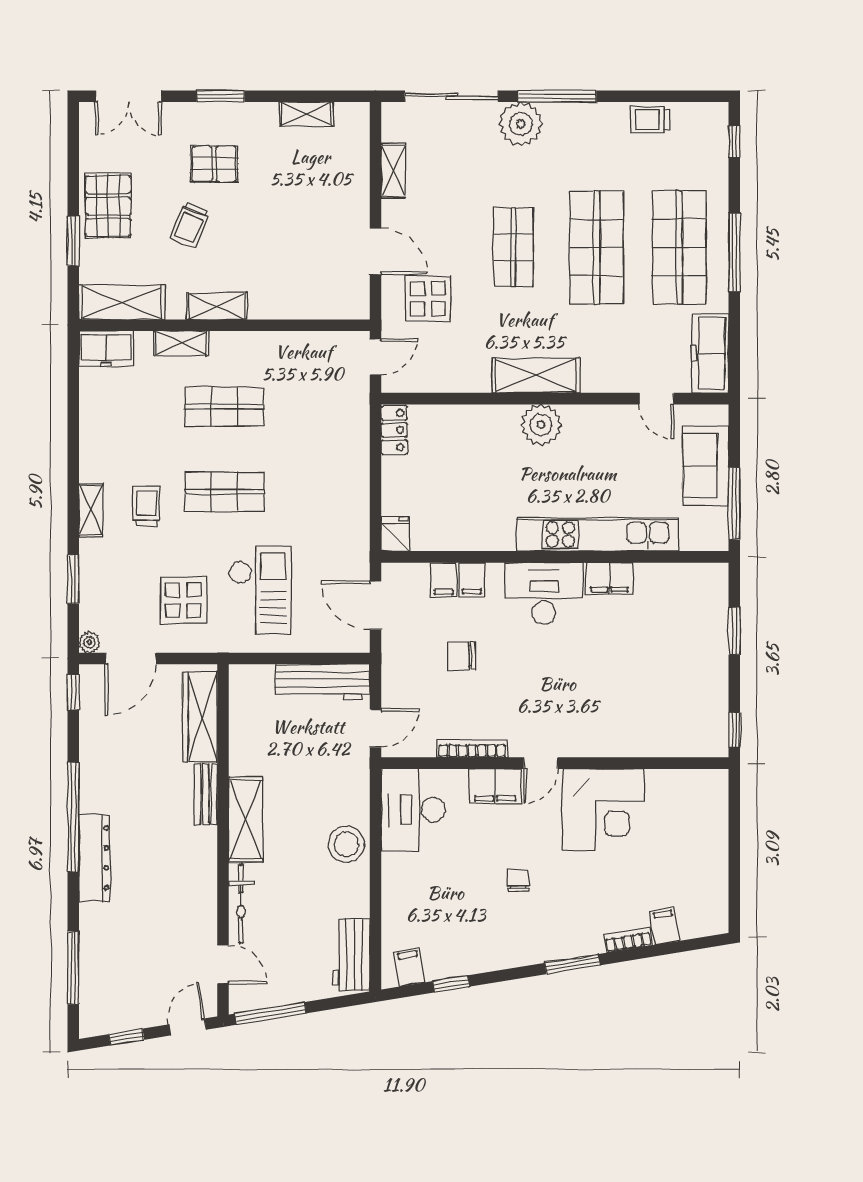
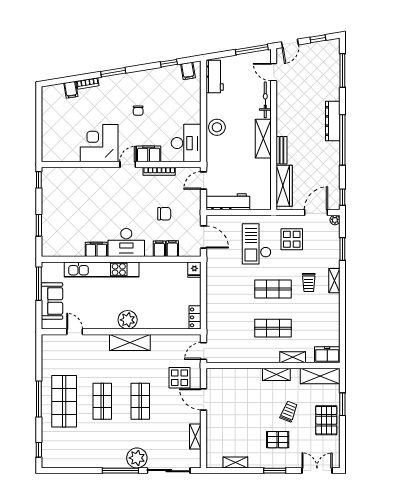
trolley: (650, 120) -> (78, 460), removed
shop shelf: (596, 247) -> (102, 401), width x0.70, depth x0.74
freezer: (710, 353) -> (50, 353), removed

